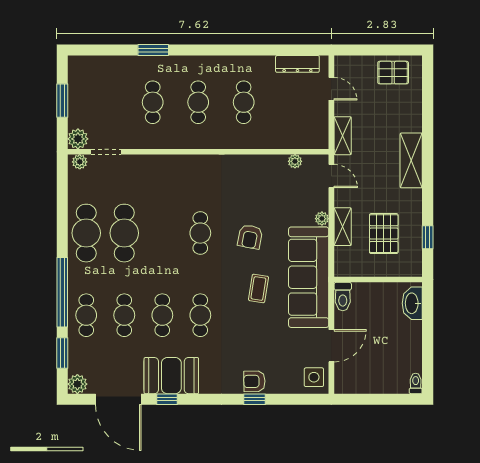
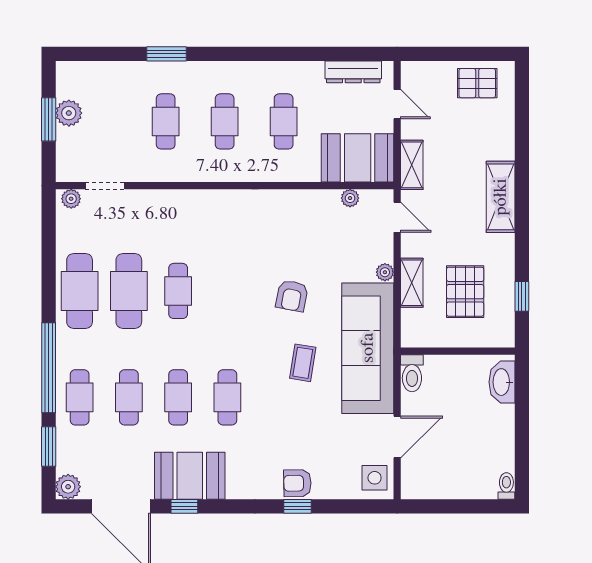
booth: (301, 130) -> (358, 158), added
plant: (78, 139) -> (69, 113), moved
cafe table: (200, 233) -> (178, 291), moved

